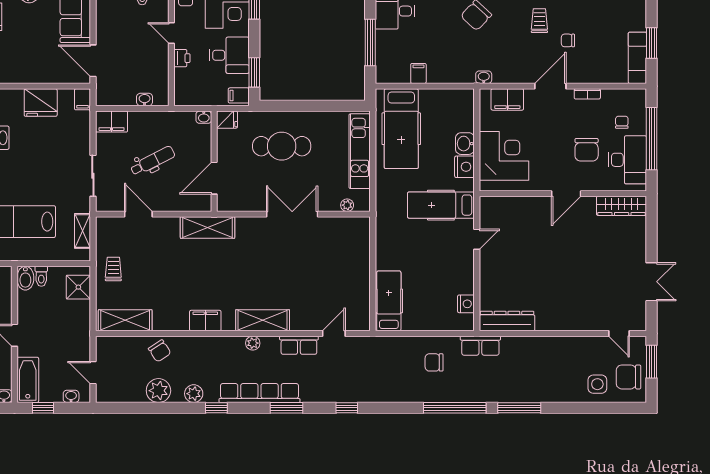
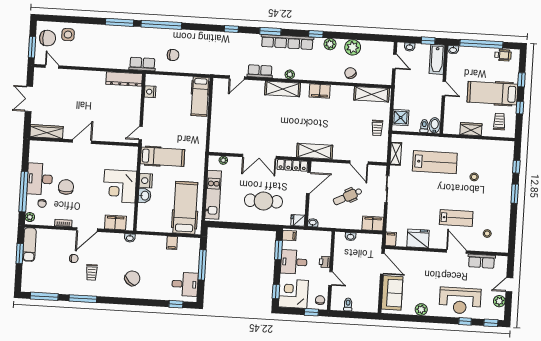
plant: (639, 100) -> (30, 217), added
wall: (563, 194) -> (84, 142), moved
door: (566, 194) -> (82, 142), moved
locker: (241, 204) -> (292, 165), added
wardrobe: (622, 206) -> (47, 132), moved

